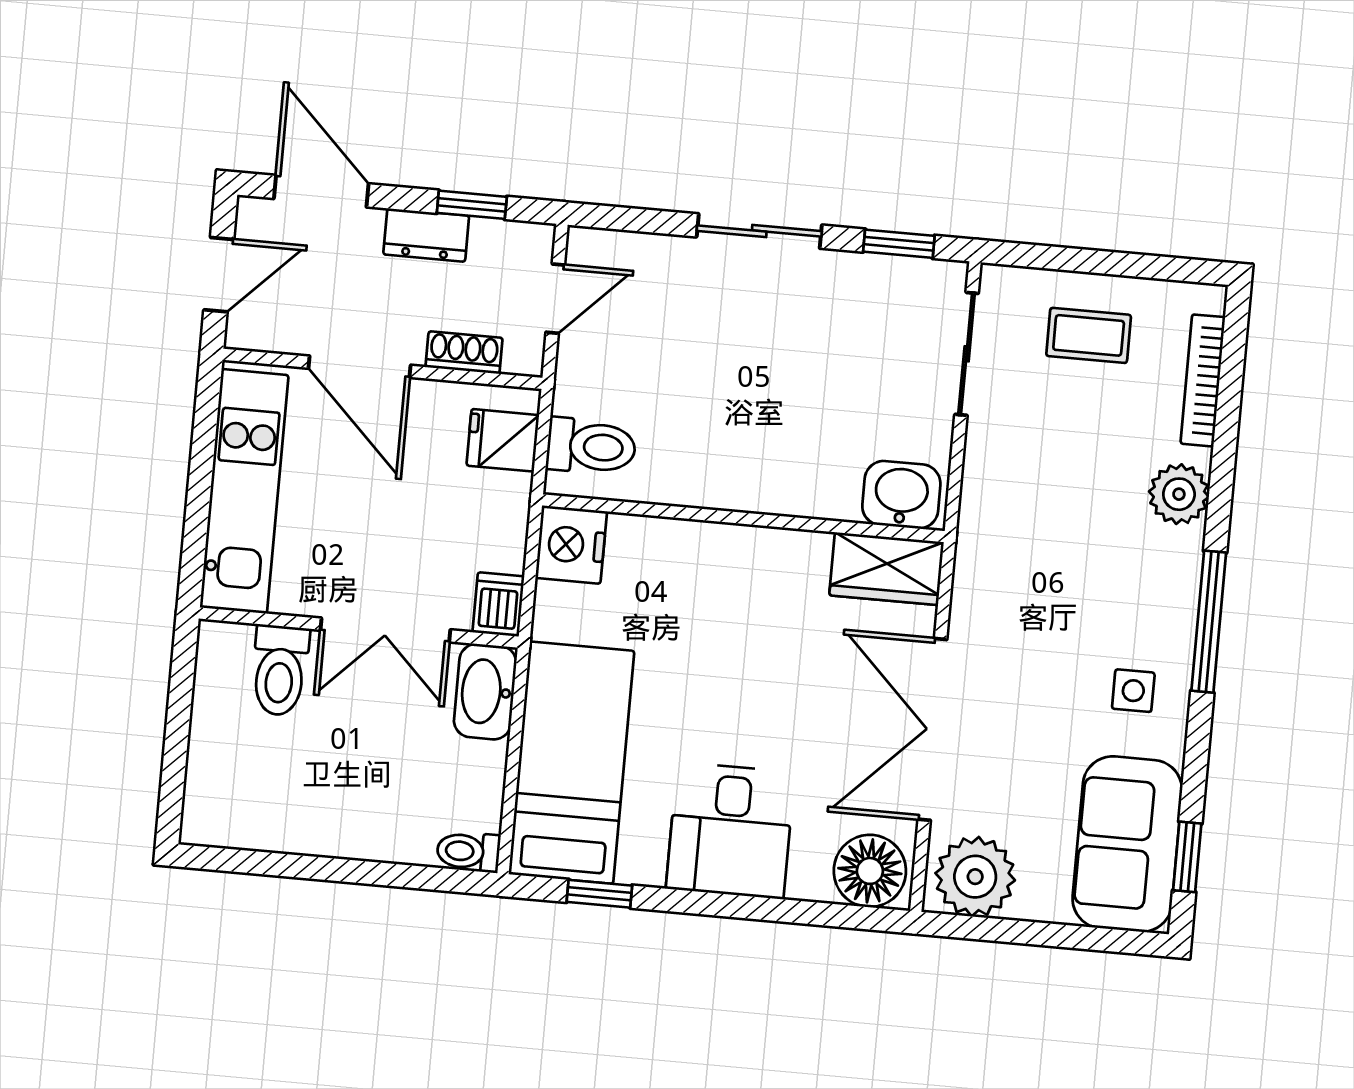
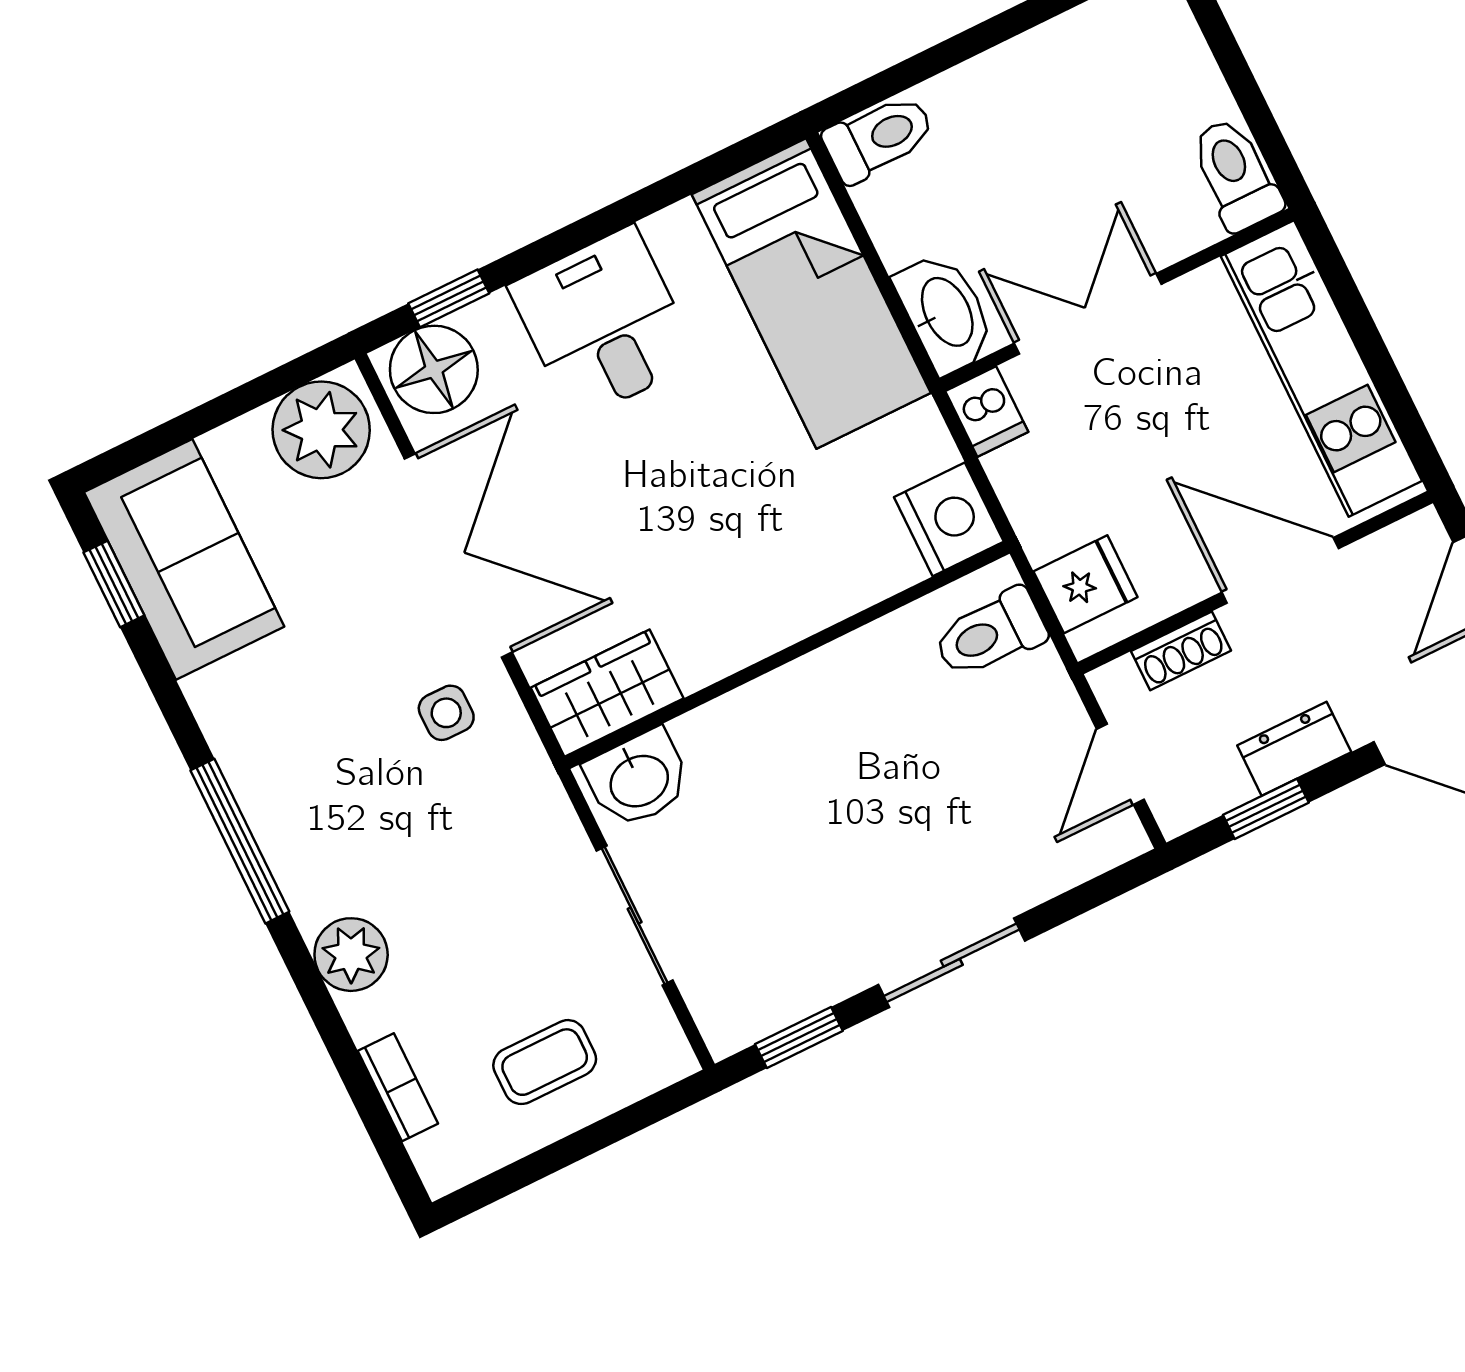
sliding door: (967, 354) -> (635, 916), moved
bookcase: (1203, 380) -> (398, 1087), width x0.64
toilet: (280, 670) -> (1235, 174), moved
side table: (1133, 691) -> (446, 713), moved
toilet: (468, 852) -> (879, 138), width x1.37, depth x1.39
window: (599, 894) -> (449, 298), moved

